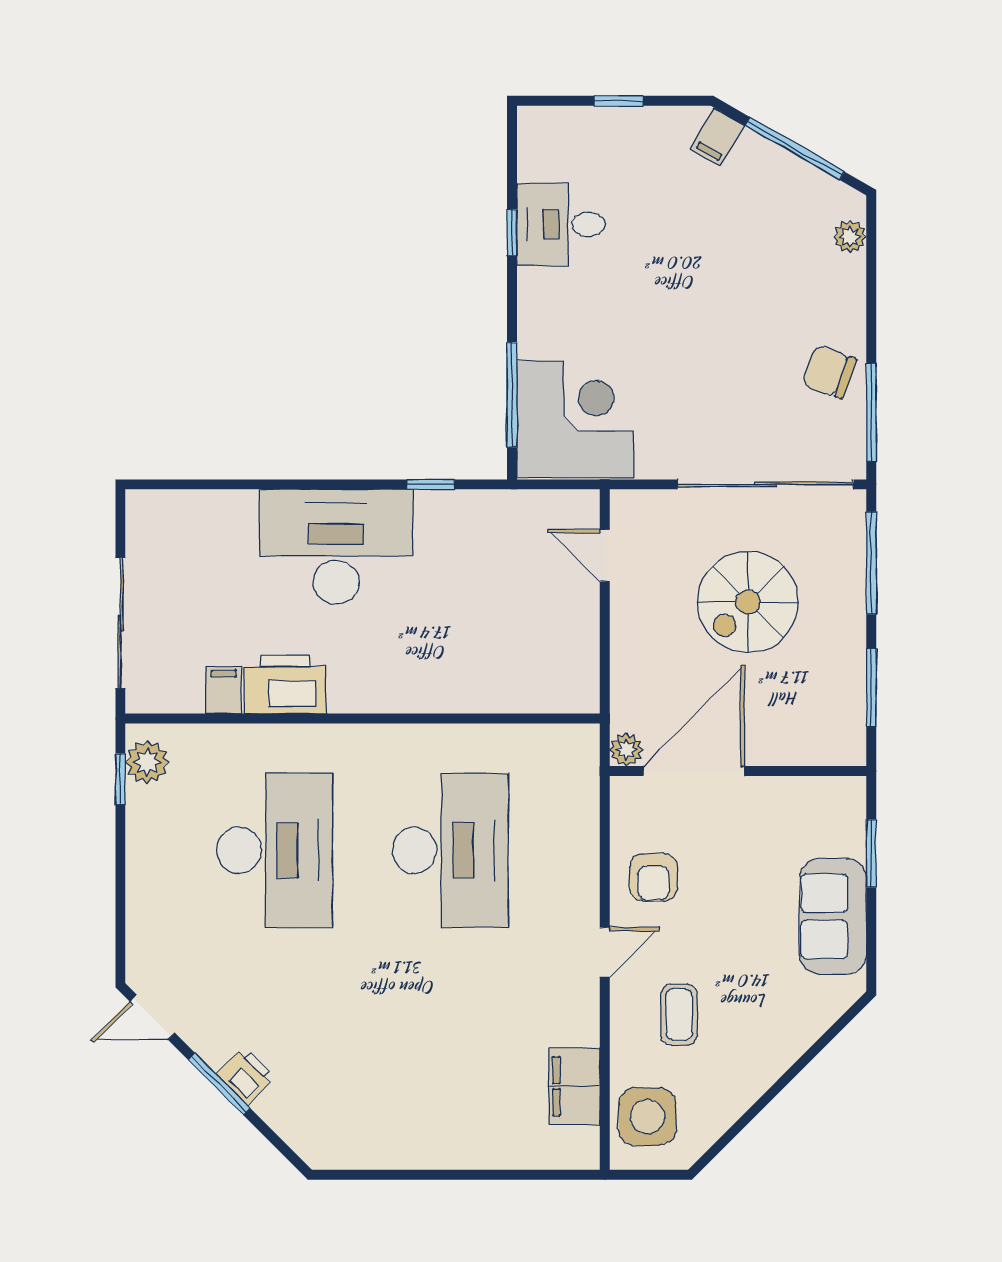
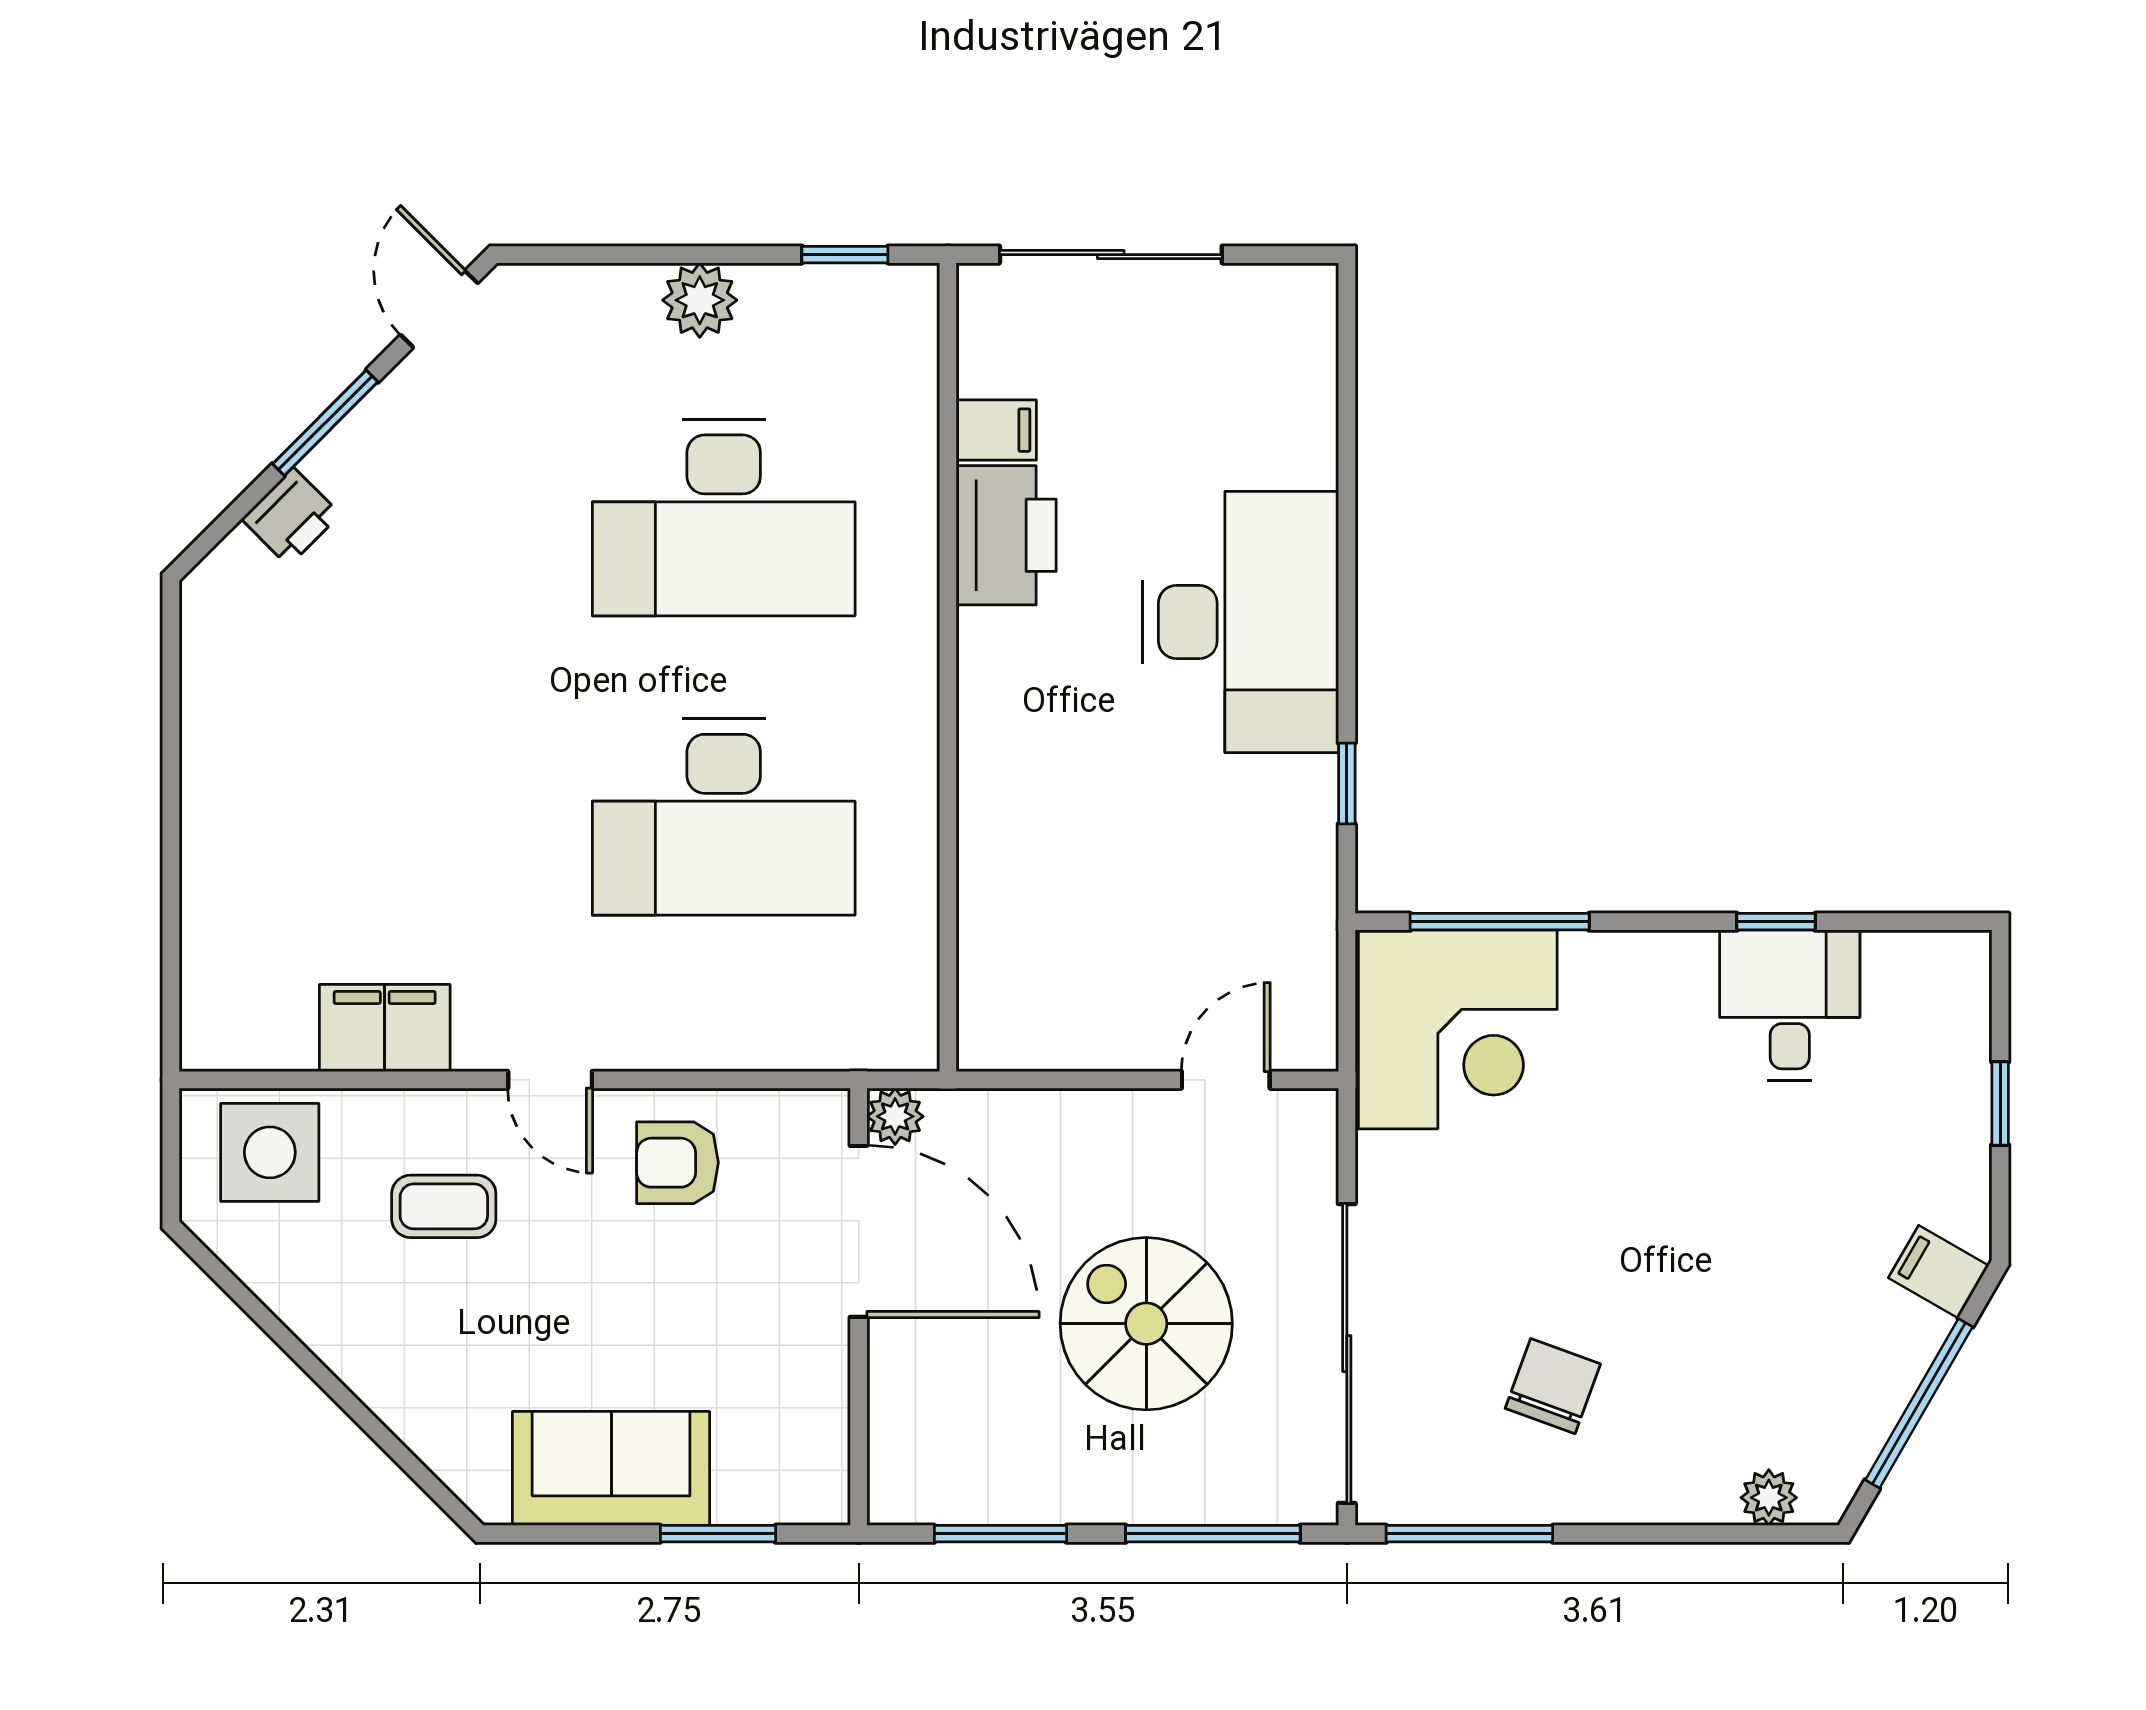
chair: (829, 372) -> (1553, 1386), moved
plant: (147, 762) -> (700, 300), moved
printer: (246, 1076) -> (291, 517), moved
filing cabinet: (574, 1086) -> (385, 1028), moved

